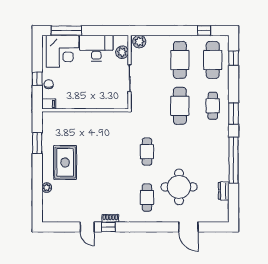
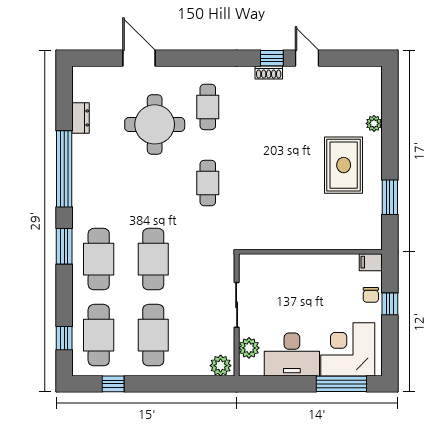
cafe table: (213, 106) -> (99, 259), width x1.37, depth x1.35

